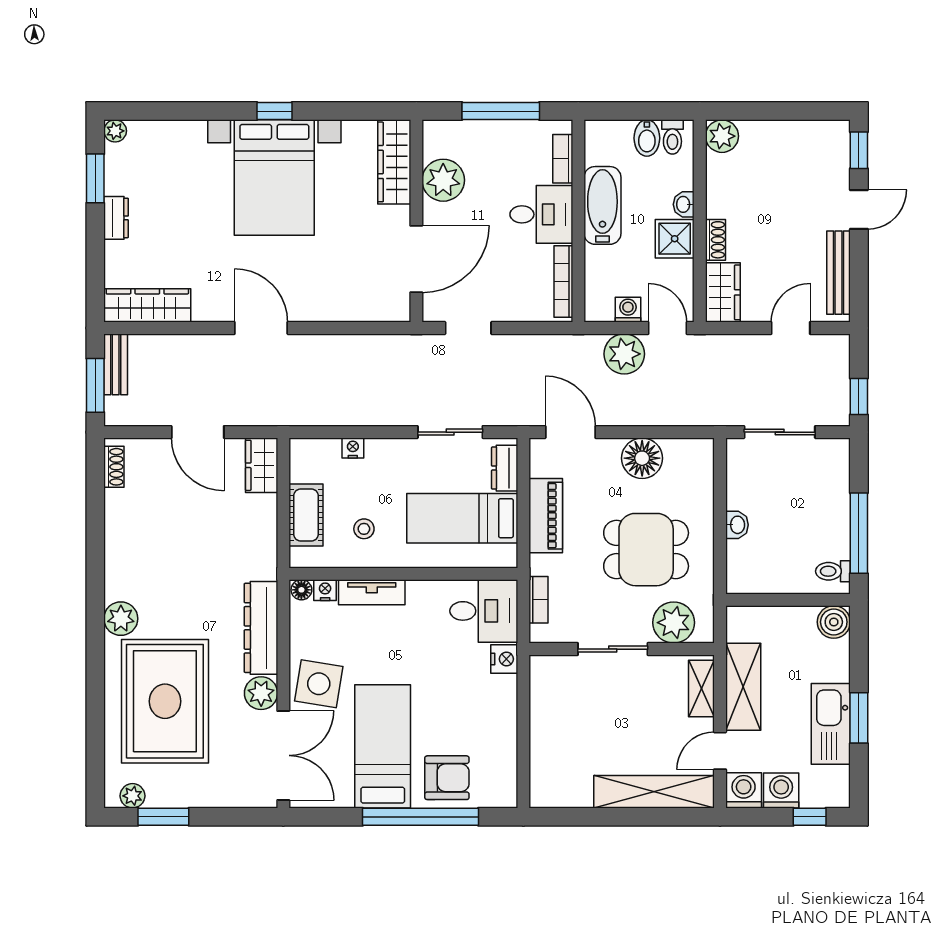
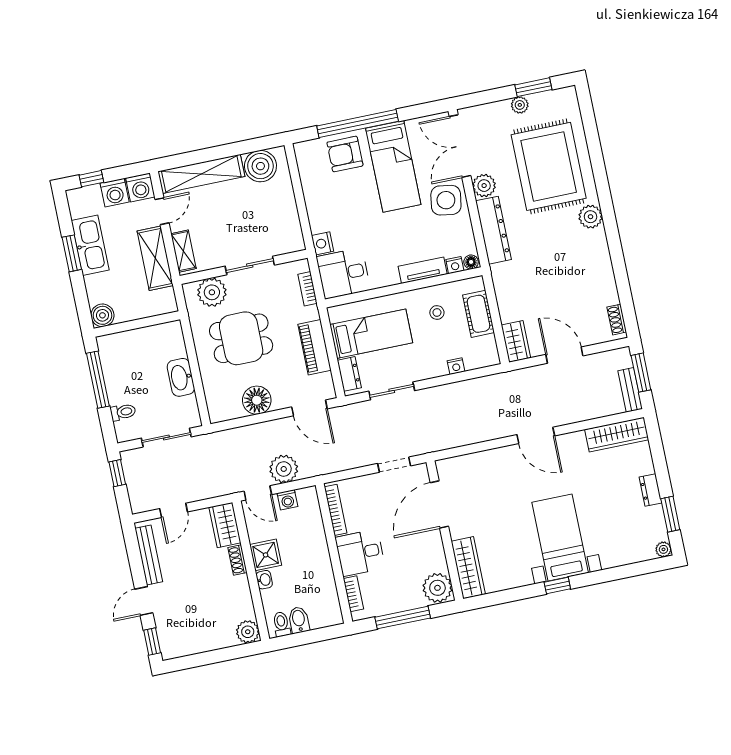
bed with nightstands: (274, 178) -> (560, 538), width x0.73
plant: (443, 180) -> (437, 588), moved
bathtub: (602, 205) -> (320, 567), removed
washbasin: (737, 525) -> (181, 377), width x1.91, depth x1.45
toilet: (833, 571) -> (123, 412), moved
boiler: (569, 785) -> (260, 166), added
plant: (133, 796) -> (520, 105), moved

